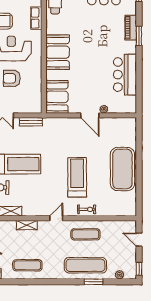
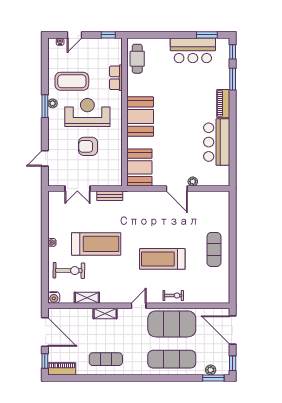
piano: (131, 28) -> (223, 104), moved
window: (139, 36) -> (233, 79), moved
exercise mat: (122, 169) -> (214, 250), width x0.50, depth x0.69
treadmill: (77, 177) -> (162, 259), turned -90
exercise mat: (85, 234) -> (172, 324), width x2.00, depth x1.45
door: (139, 240) -> (233, 330), width x1.88
window: (94, 282) -> (213, 378), moved

